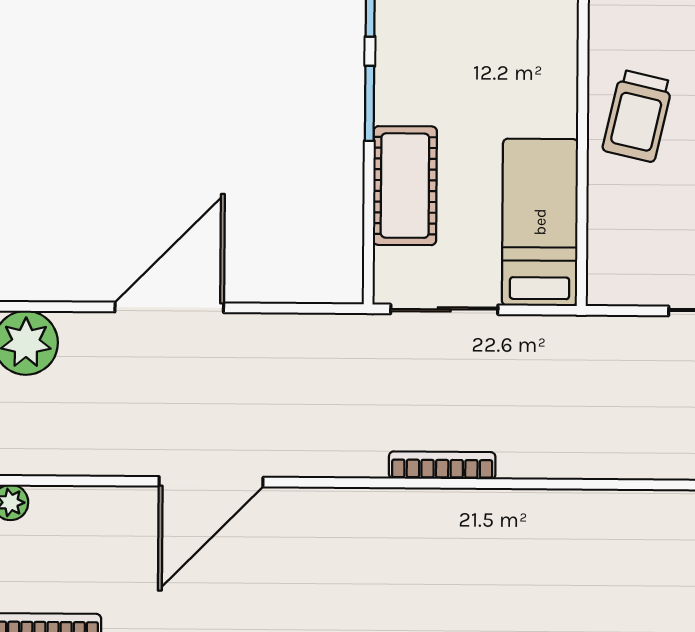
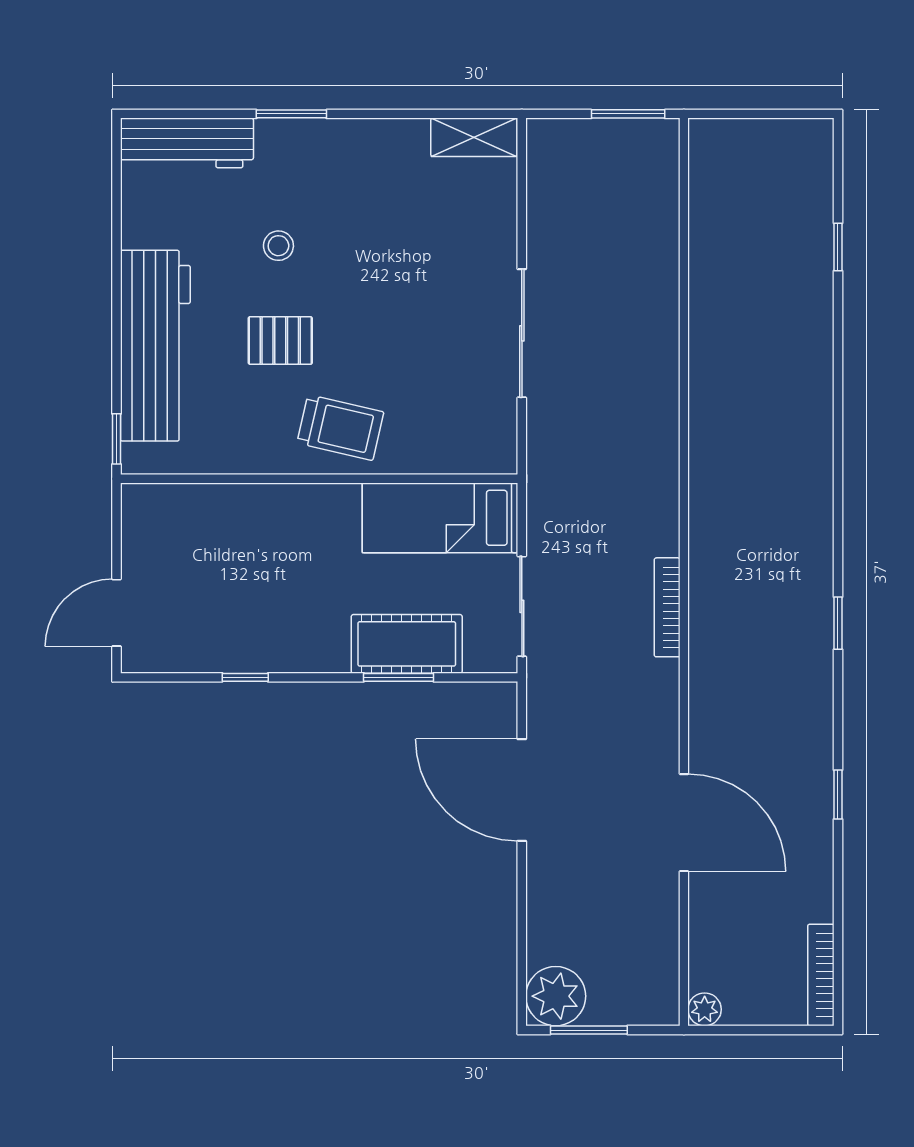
window: (370, 103) -> (399, 677), moved
door: (169, 307) -> (522, 790), moved

